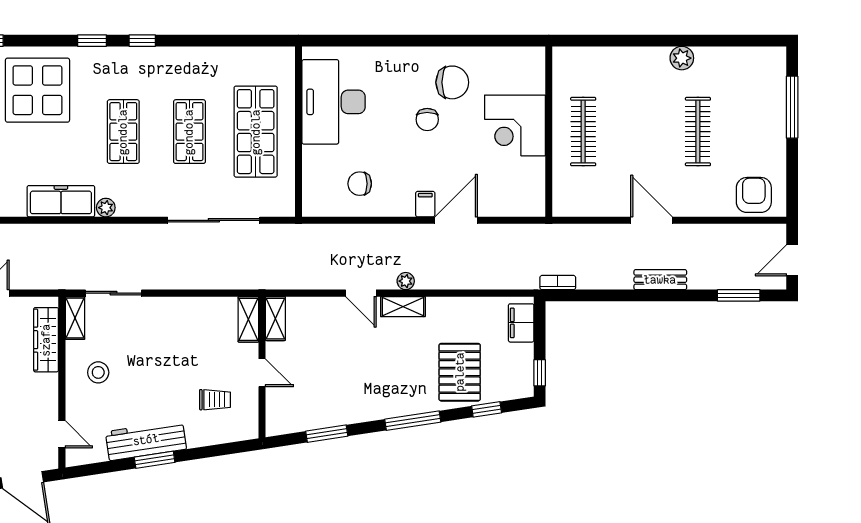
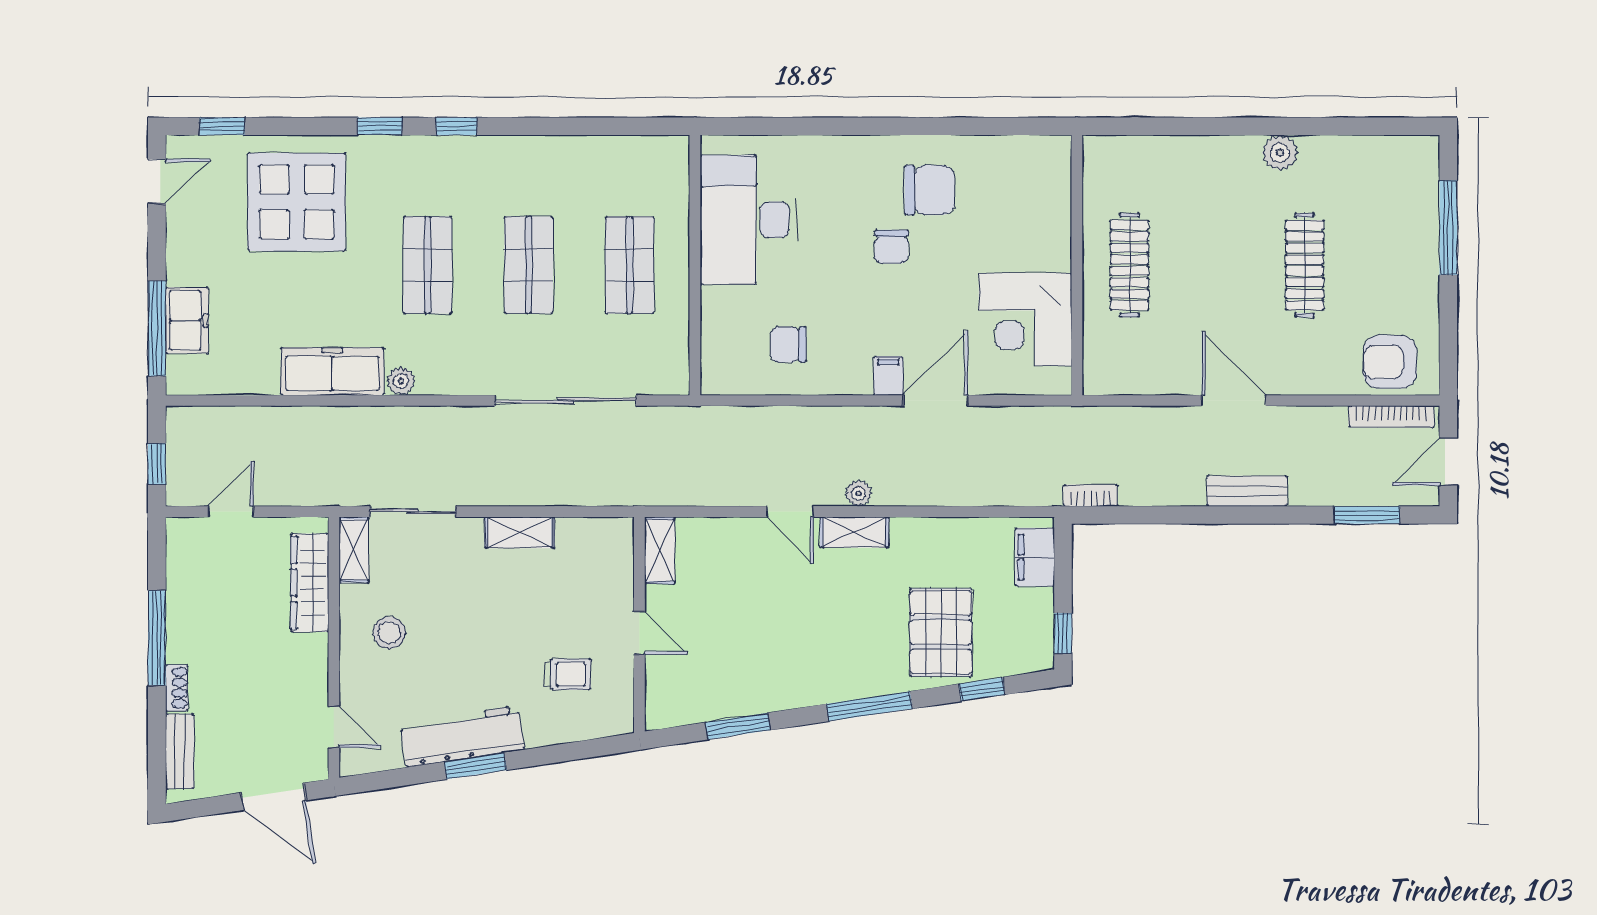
corner desk: (515, 125) -> (1025, 320), moved
shop shelf: (256, 132) -> (630, 265), width x0.70, depth x0.74
armchair: (754, 195) -> (1390, 362), turned -90
bookcase: (755, 231) -> (1391, 417), added
shelving: (248, 319) -> (520, 532), moved, turned 90

